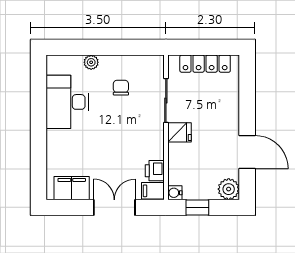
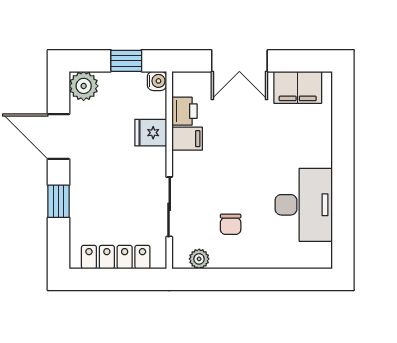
plant: (91, 62) -> (199, 259), moved
window: (247, 104) -> (59, 201), added
fridge: (180, 132) -> (151, 133), moved
filing cabinet: (153, 191) -> (187, 139), moved

